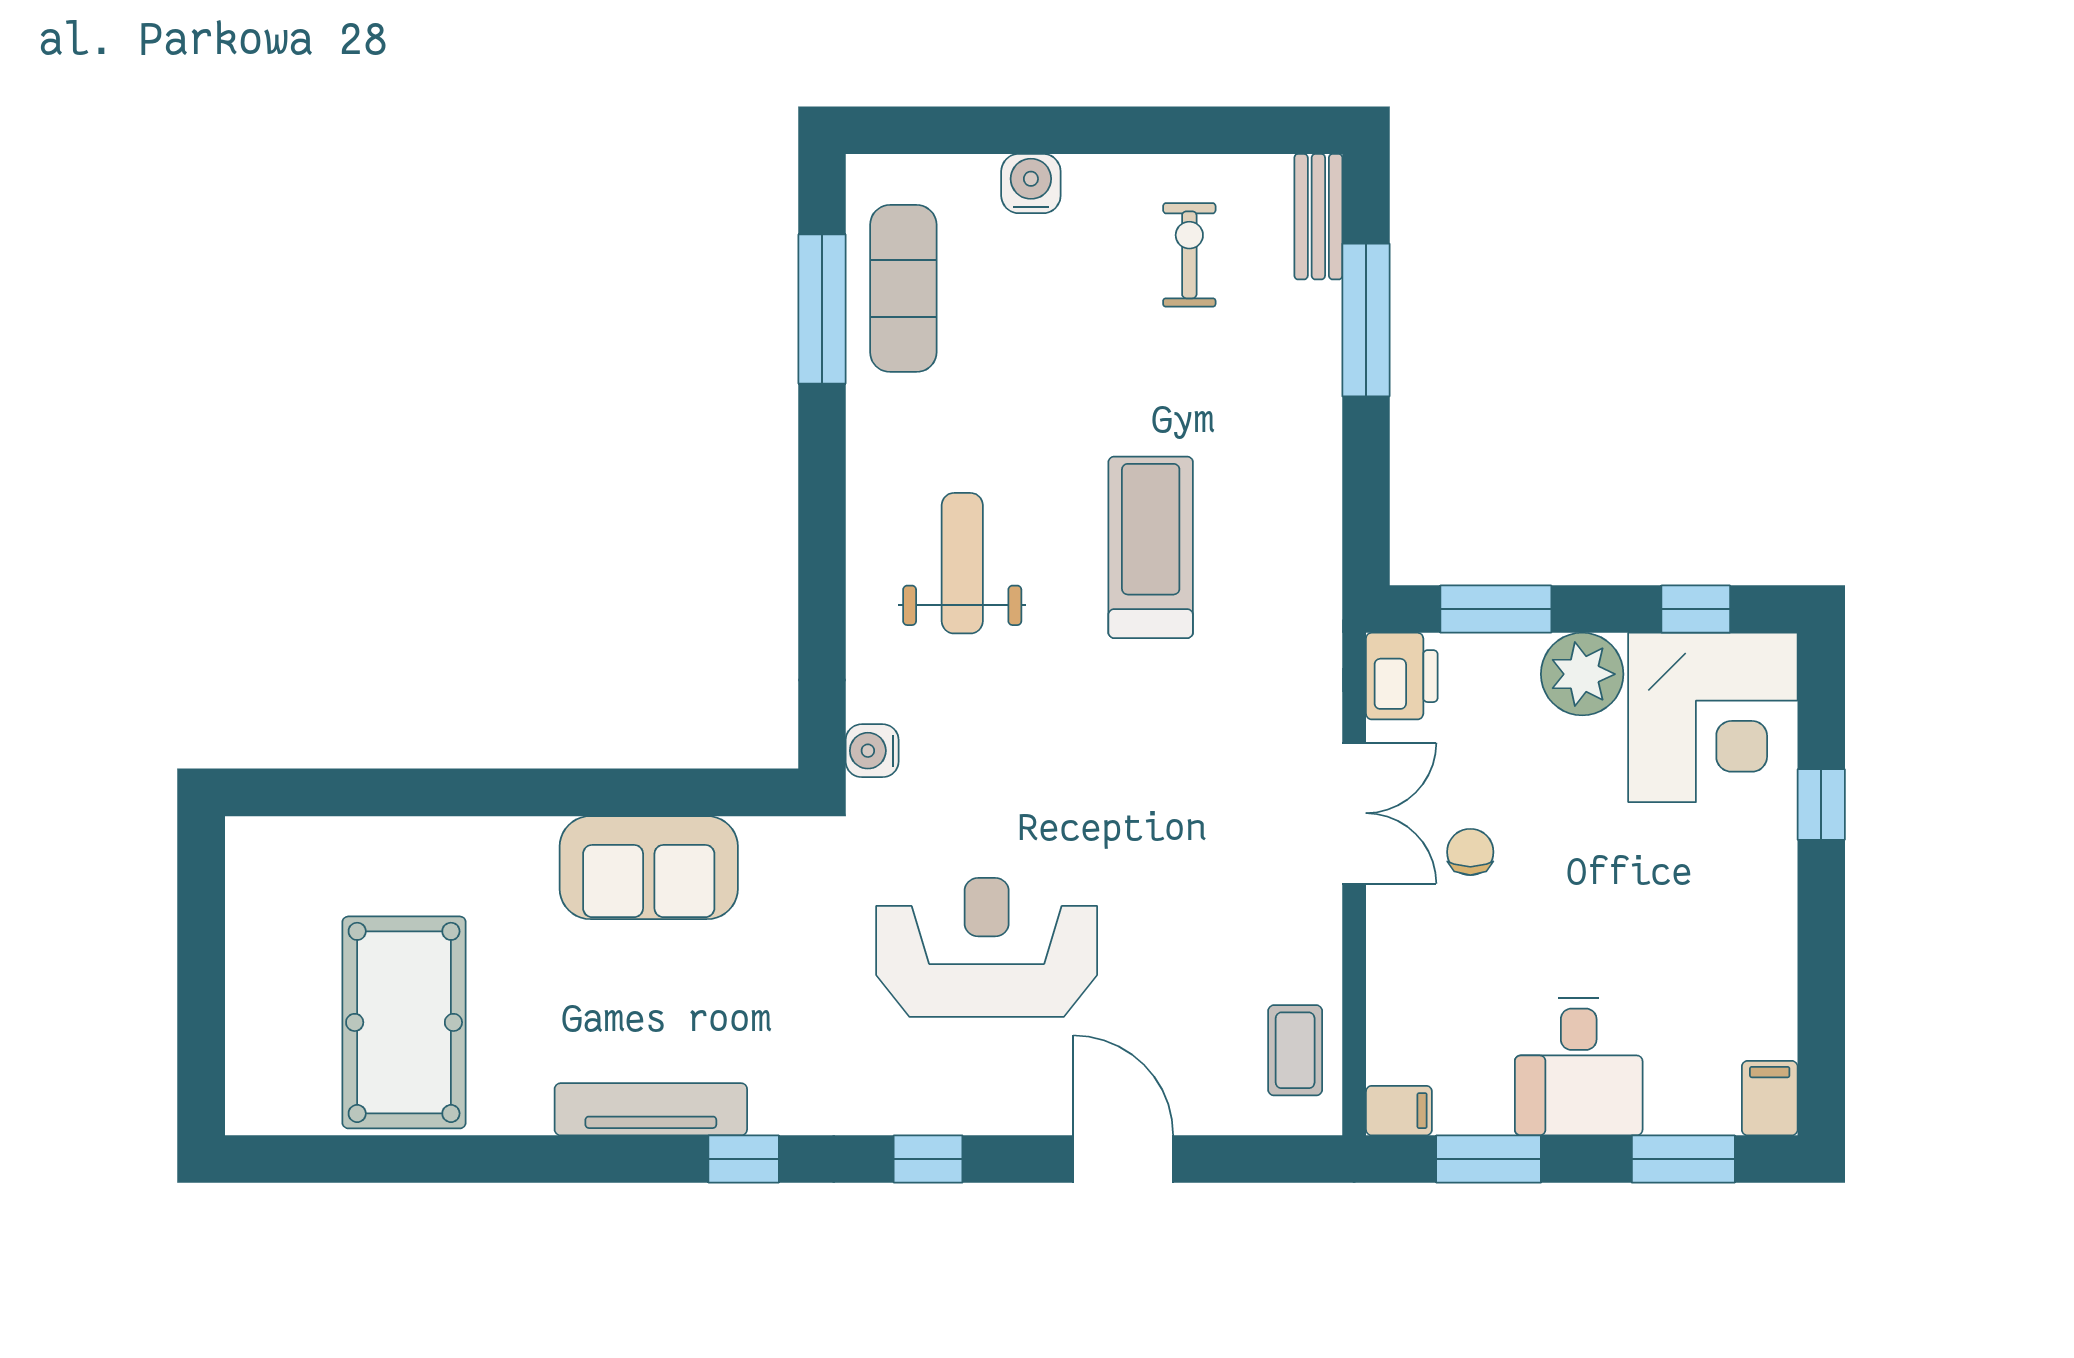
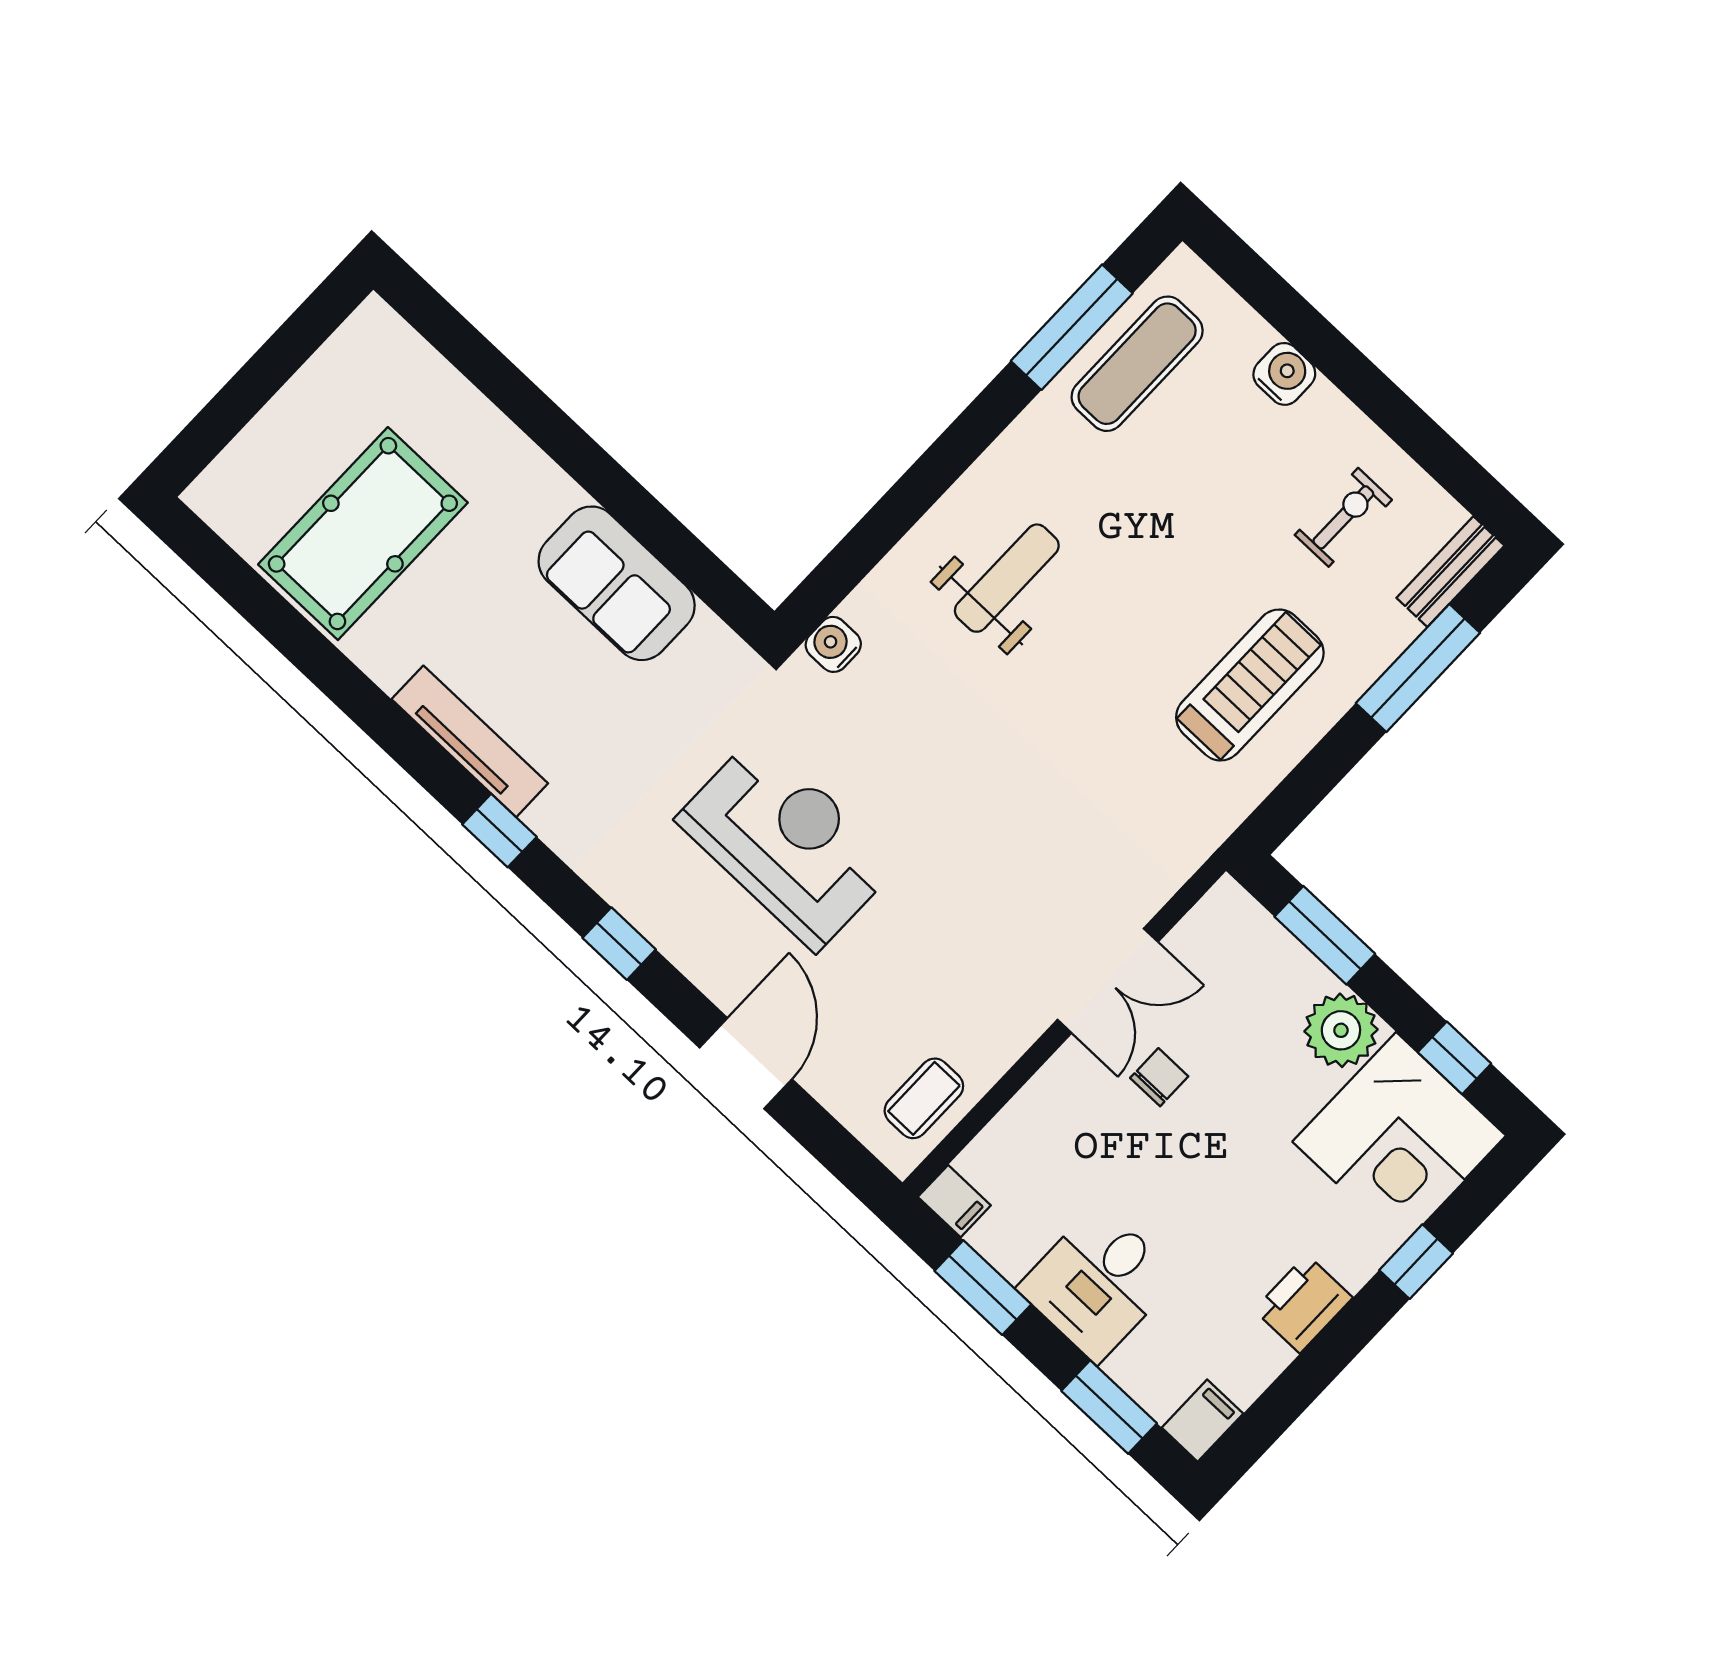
treadmill: (1151, 547) -> (1250, 685), moved
printer: (1402, 676) -> (1303, 1304), moved, turned 180

